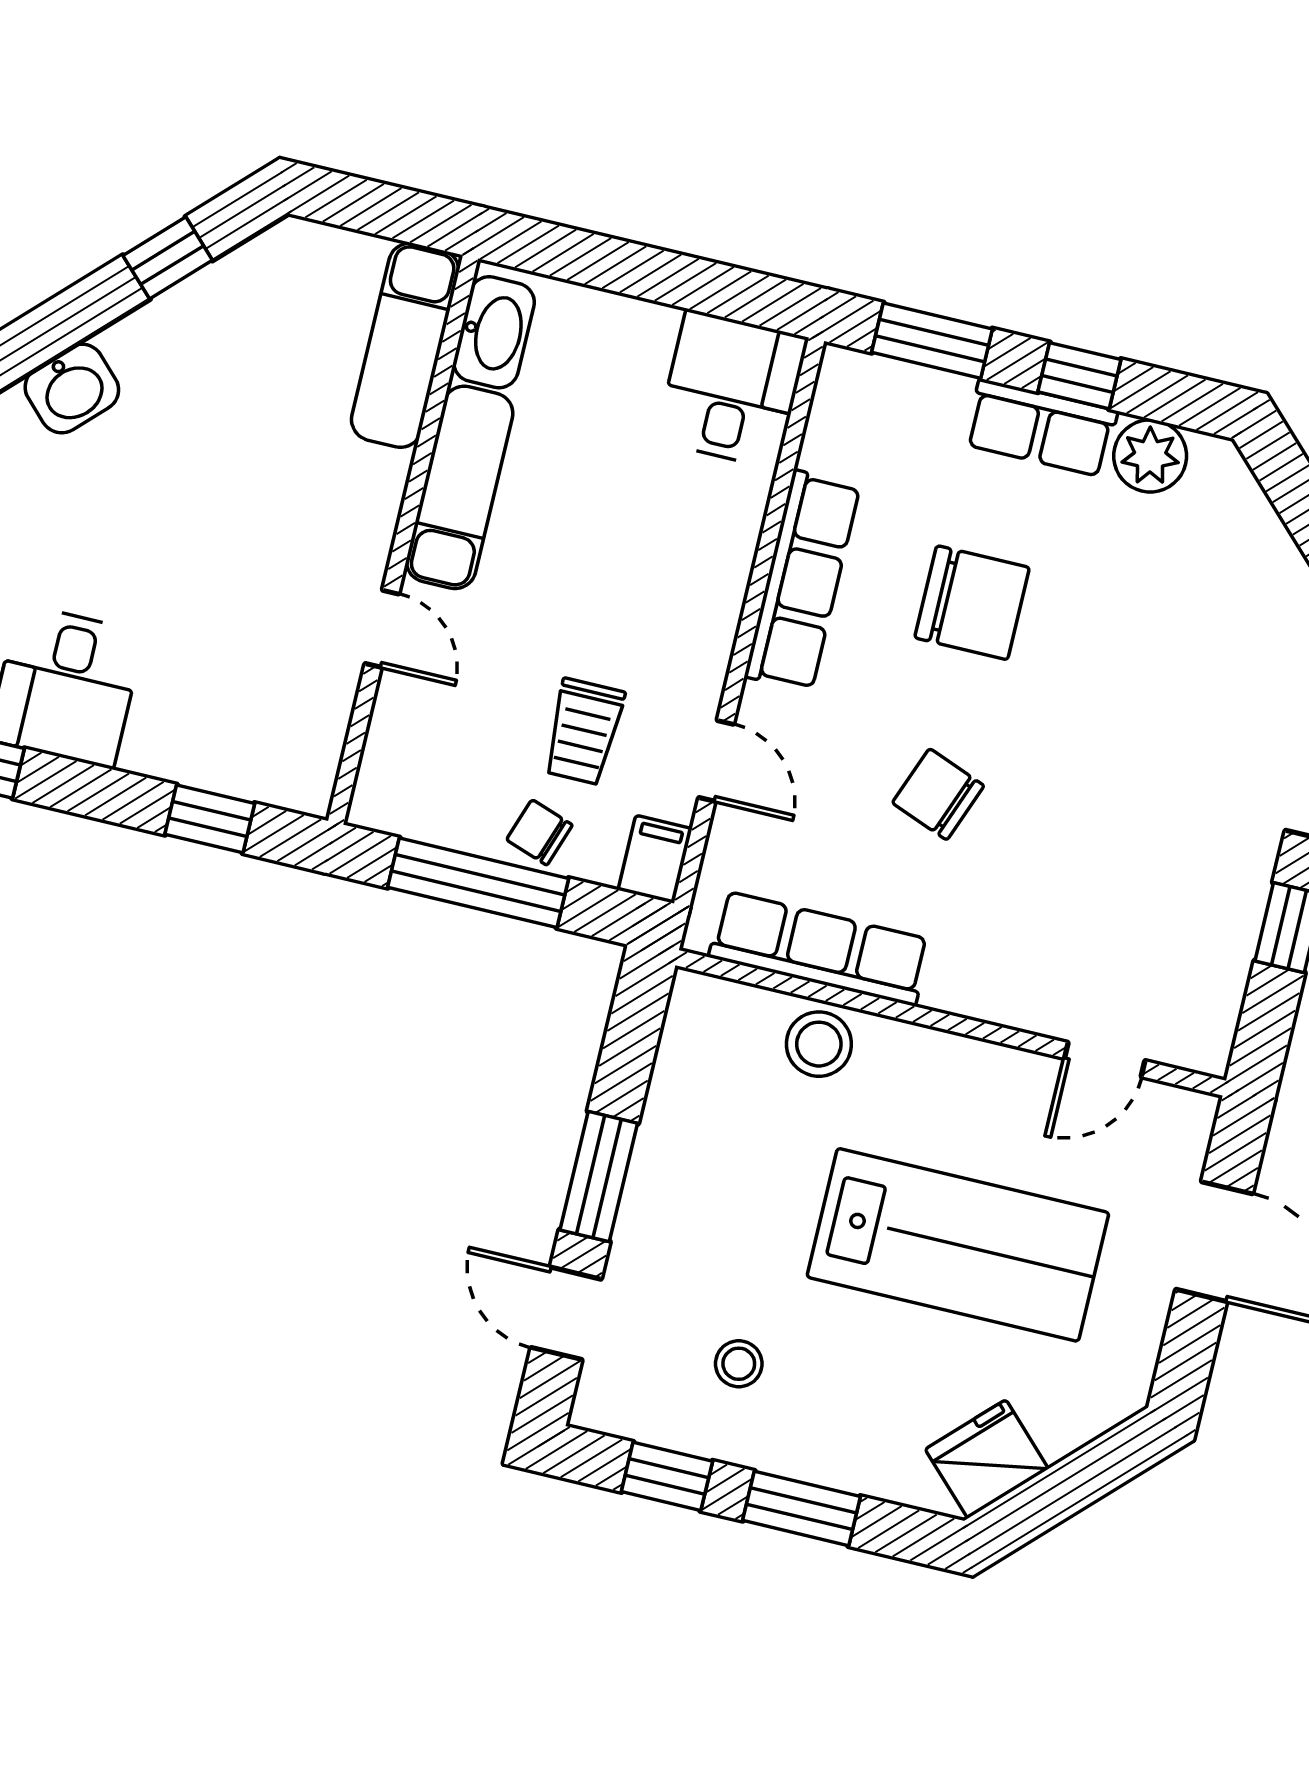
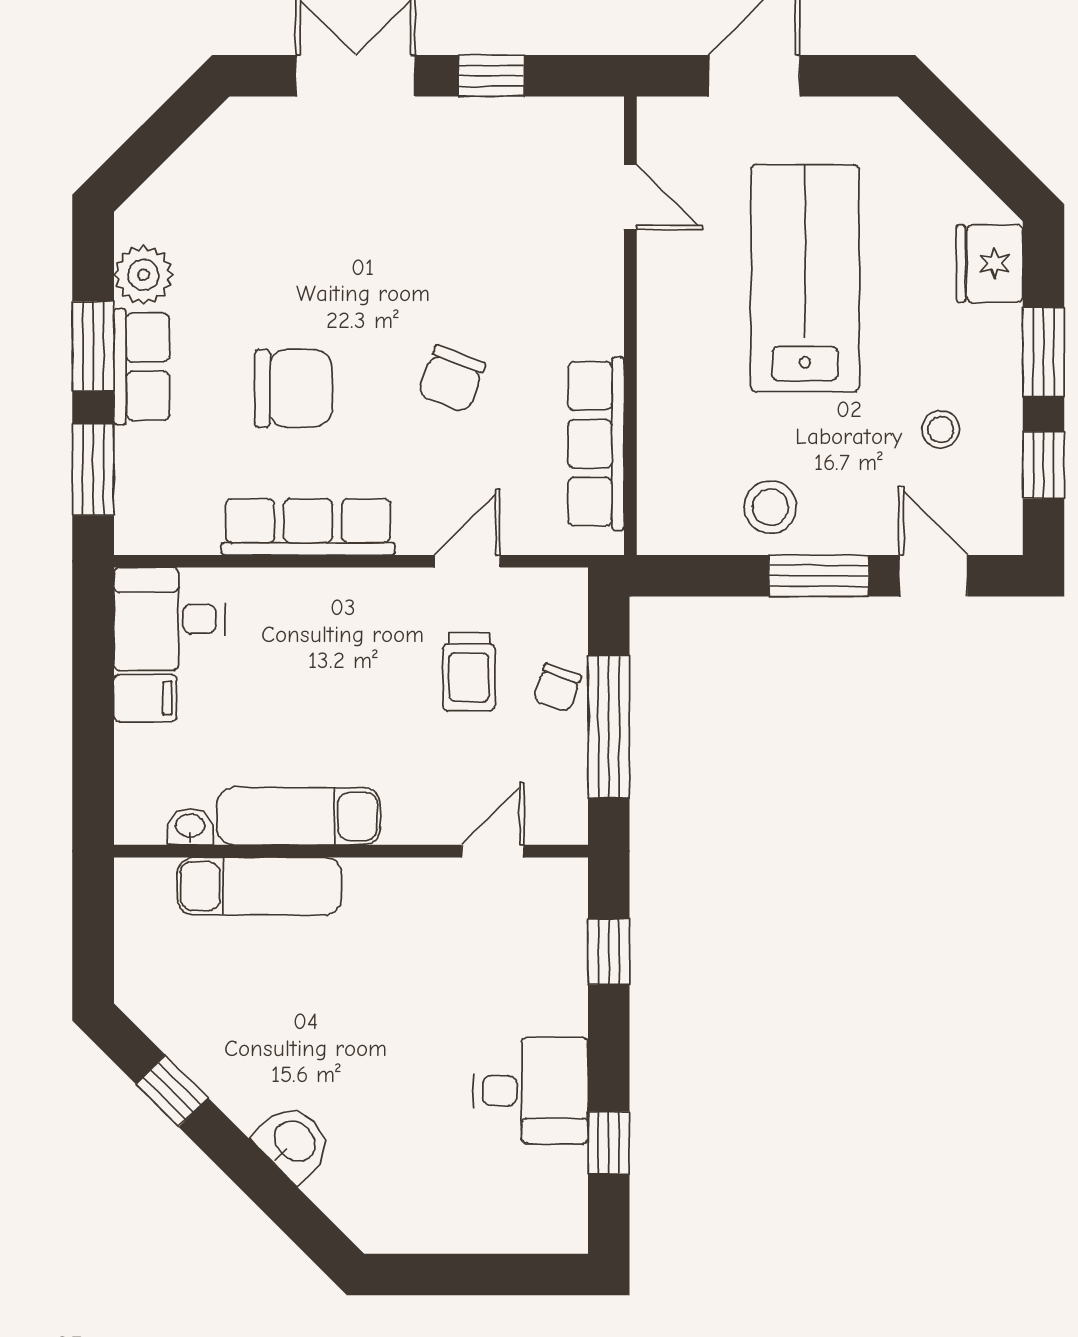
washbasin: (494, 332) -> (190, 826), width x0.52, depth x0.69
exam couch: (405, 345) -> (260, 886), moved
window: (1079, 376) -> (93, 346), width x1.50
chair: (972, 603) -> (293, 388), turned 90
door: (382, 629) -> (493, 851), moved
trolley: (584, 732) -> (469, 672), turned 90
filing cabinet: (655, 859) -> (145, 698), moved, turned 180
stool: (819, 1044) -> (770, 507), moved
door: (566, 1313) -> (933, 576), swing flipped
fridge: (987, 1459) -> (989, 264), moved, turned 45

